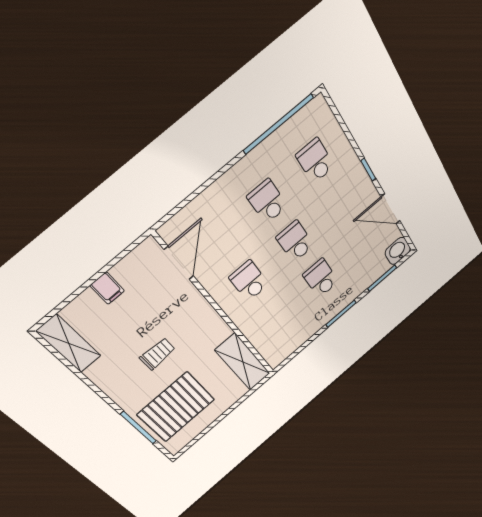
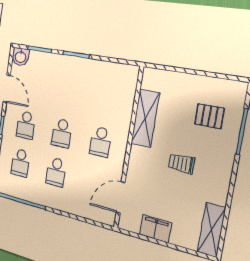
school desk: (321, 278) -> (26, 125), moved
filing cabinet: (107, 288) -> (155, 229), width x2.00
shelving: (243, 362) -> (145, 118), moved
pallet: (176, 407) -> (209, 116), width x0.49, depth x0.50

